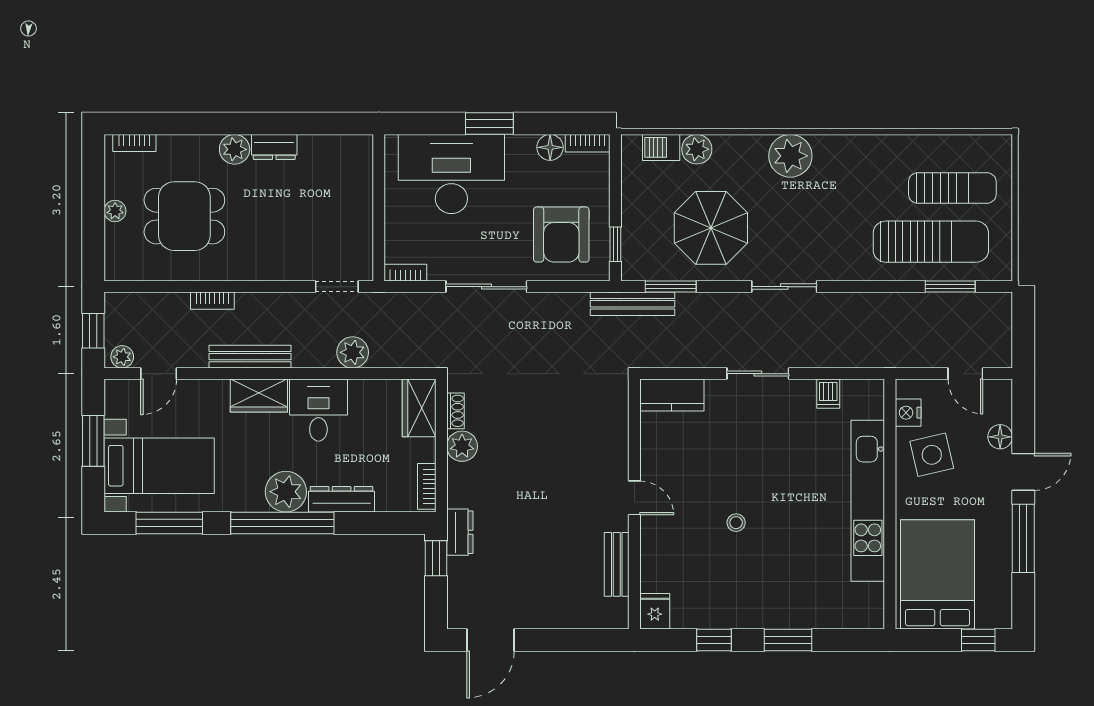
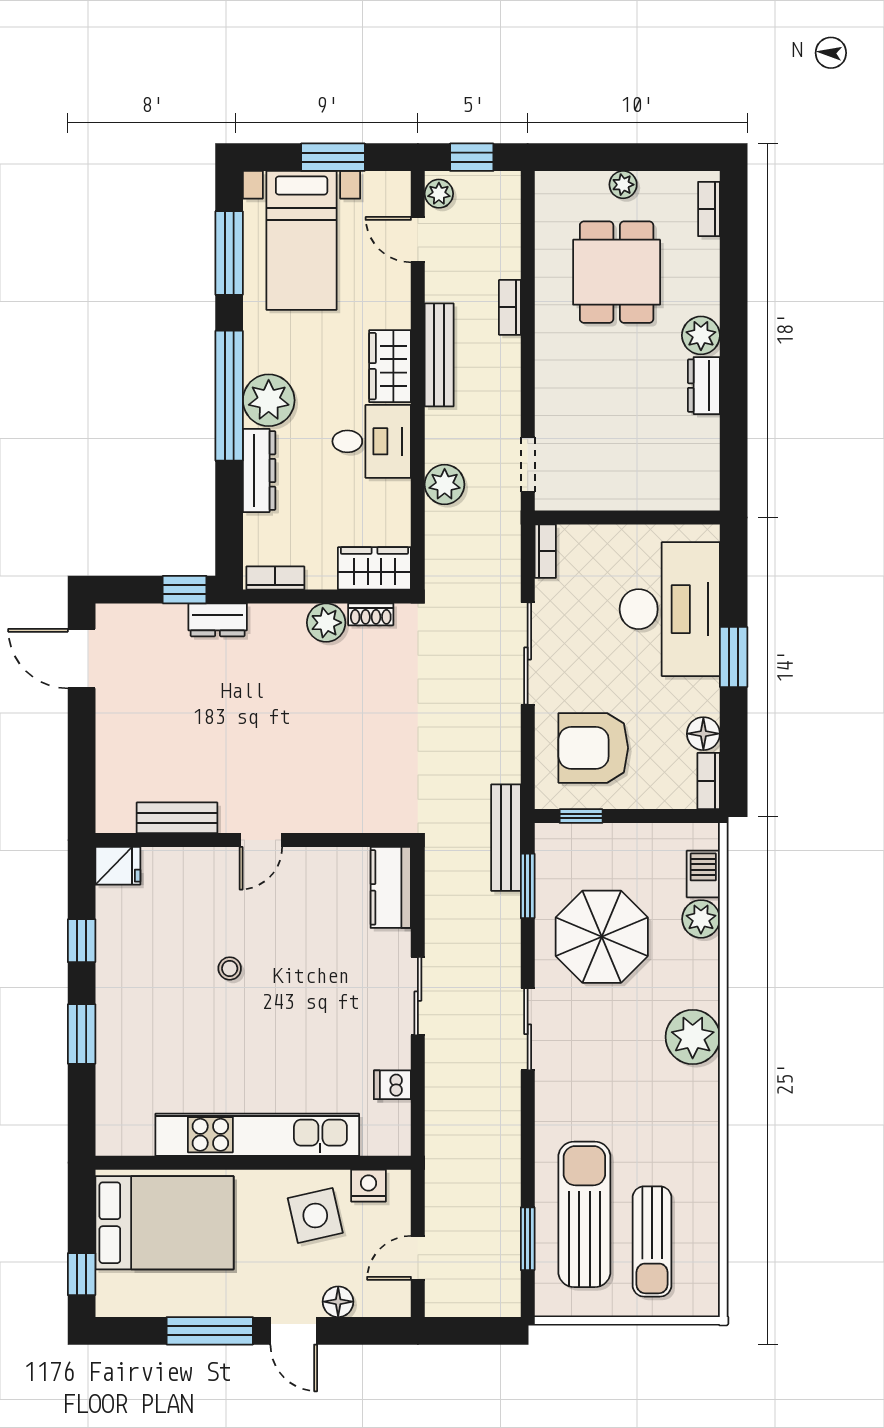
sun lounger: (931, 242) -> (584, 1214), turned 180

